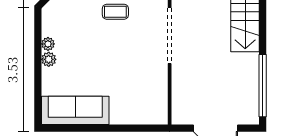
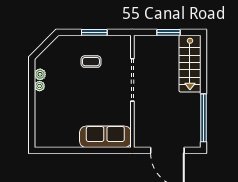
plant: (49, 59) -> (40, 74), moved
sofa: (75, 110) -> (105, 137), moved

